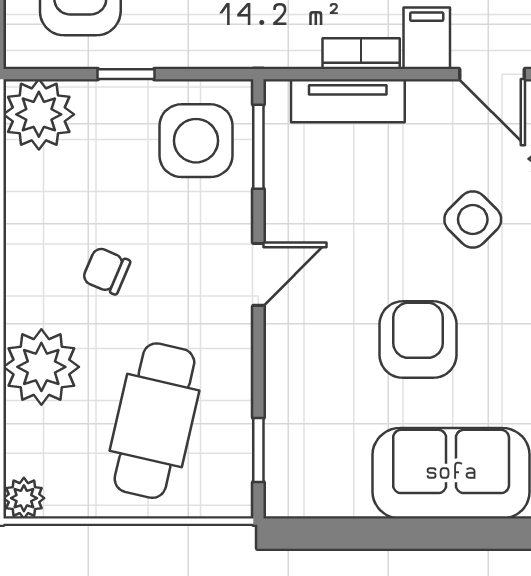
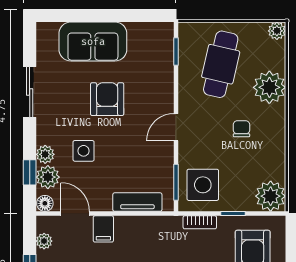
bookcase: (361, 54) -> (200, 222), moved
side table: (473, 220) -> (84, 151), turned 45
chair: (106, 271) -> (241, 129), turned -113
armchair: (418, 340) -> (107, 99), turned 180

